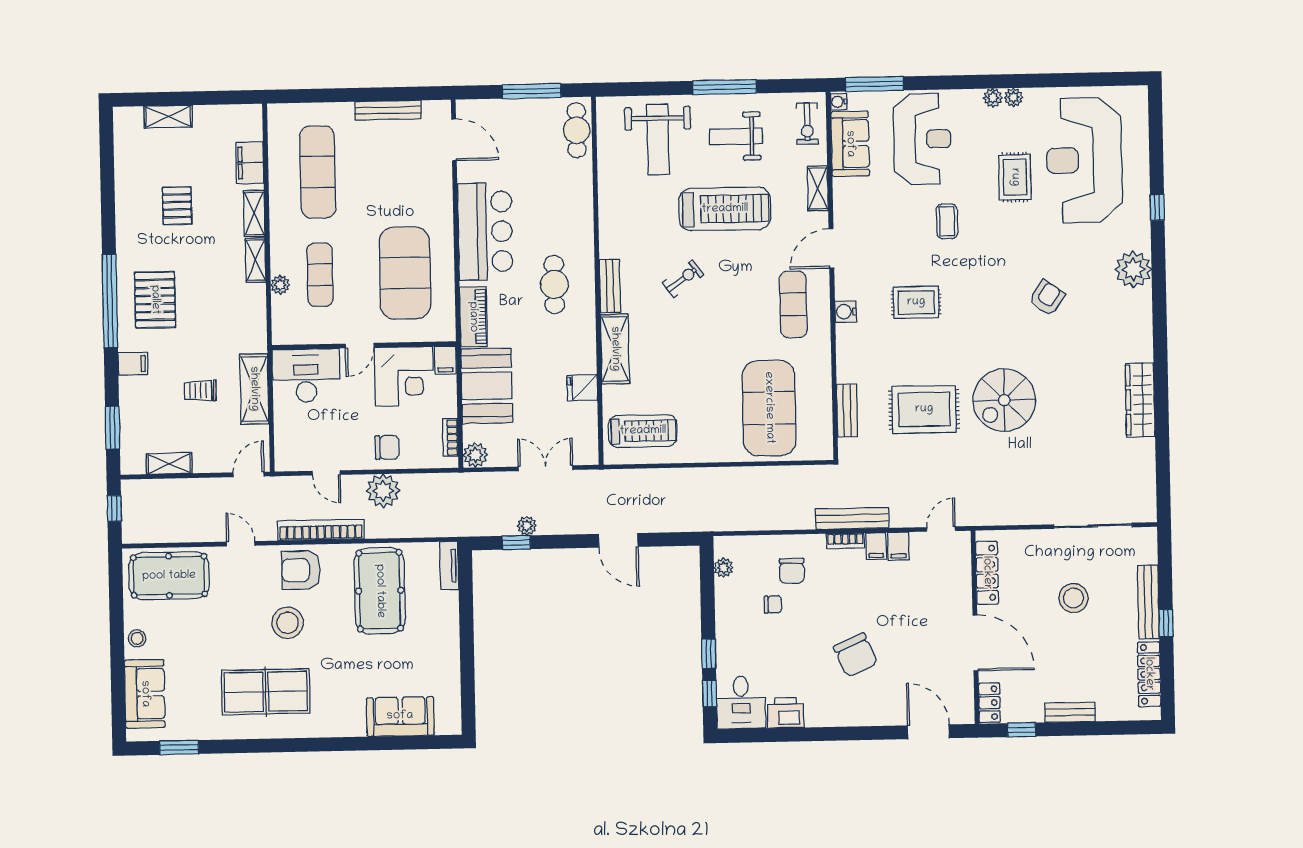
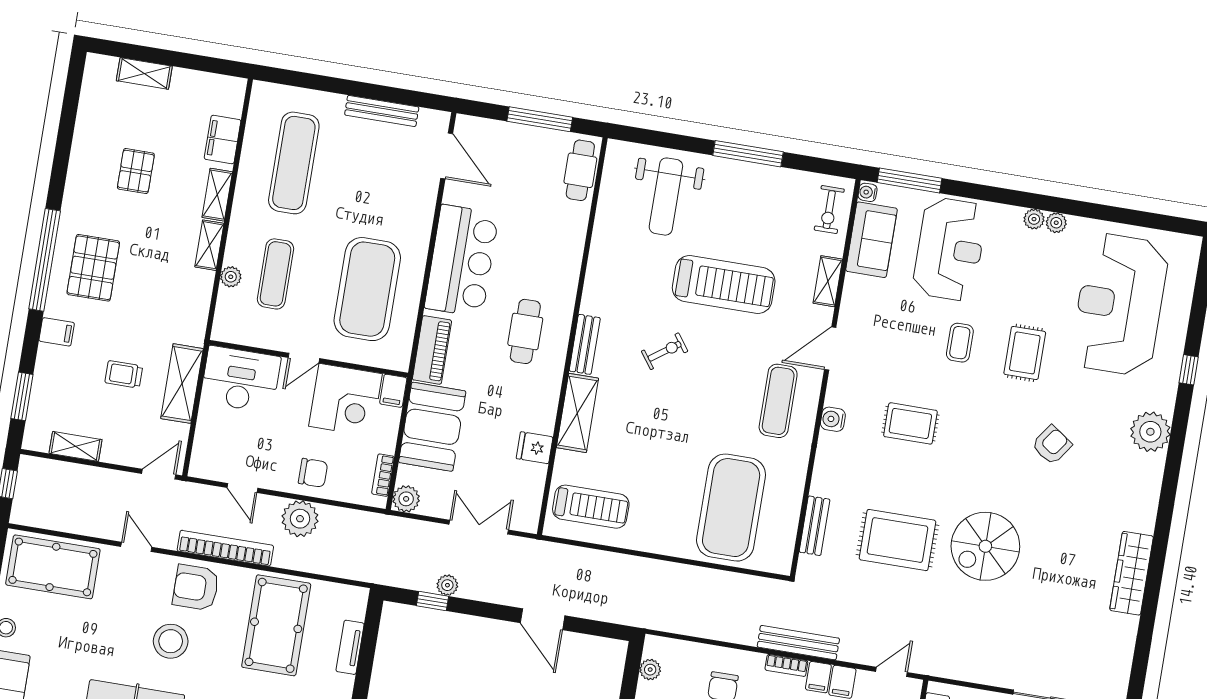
weight bench: (736, 136) -> (750, 209), removed
rug: (1015, 177) -> (1025, 353), moved
tv unit: (449, 566) -> (350, 647), moved

